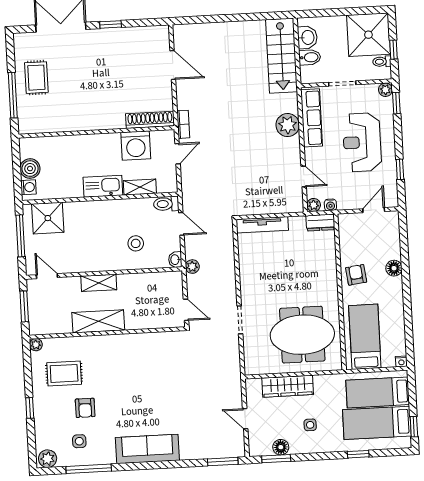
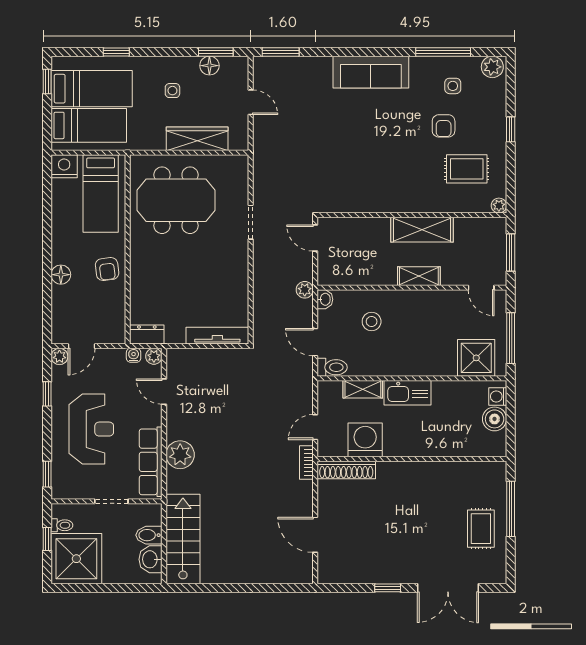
plant: (385, 90) -> (59, 356), moved
nightstand: (401, 362) -> (64, 166), width x1.89, depth x1.79
armchair: (85, 408) -> (444, 126), turned 180

